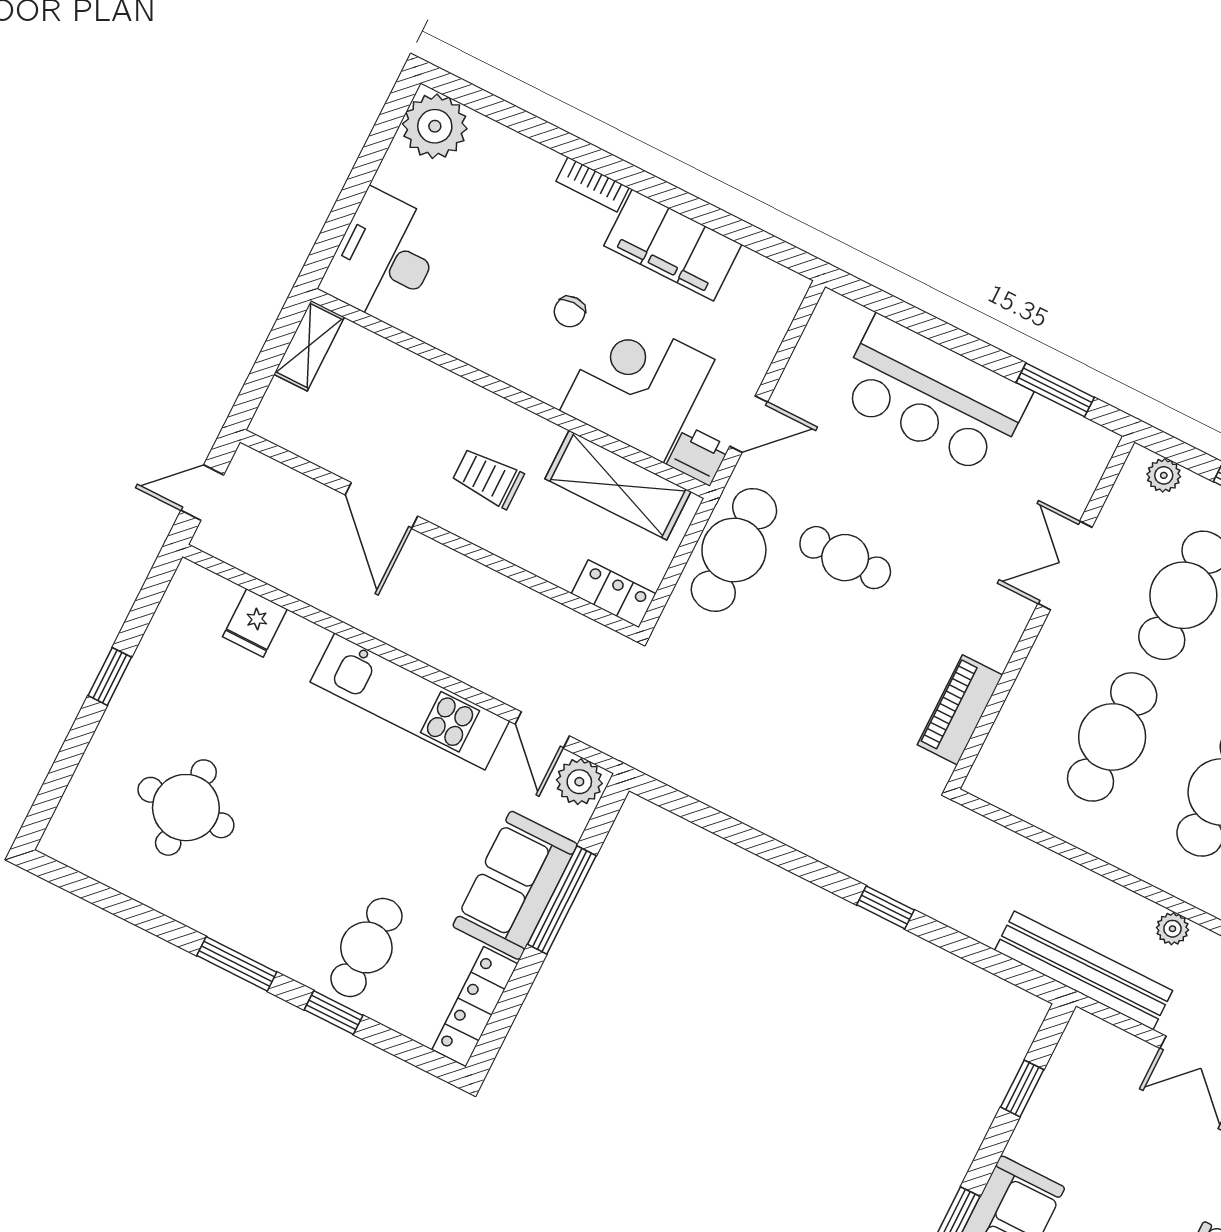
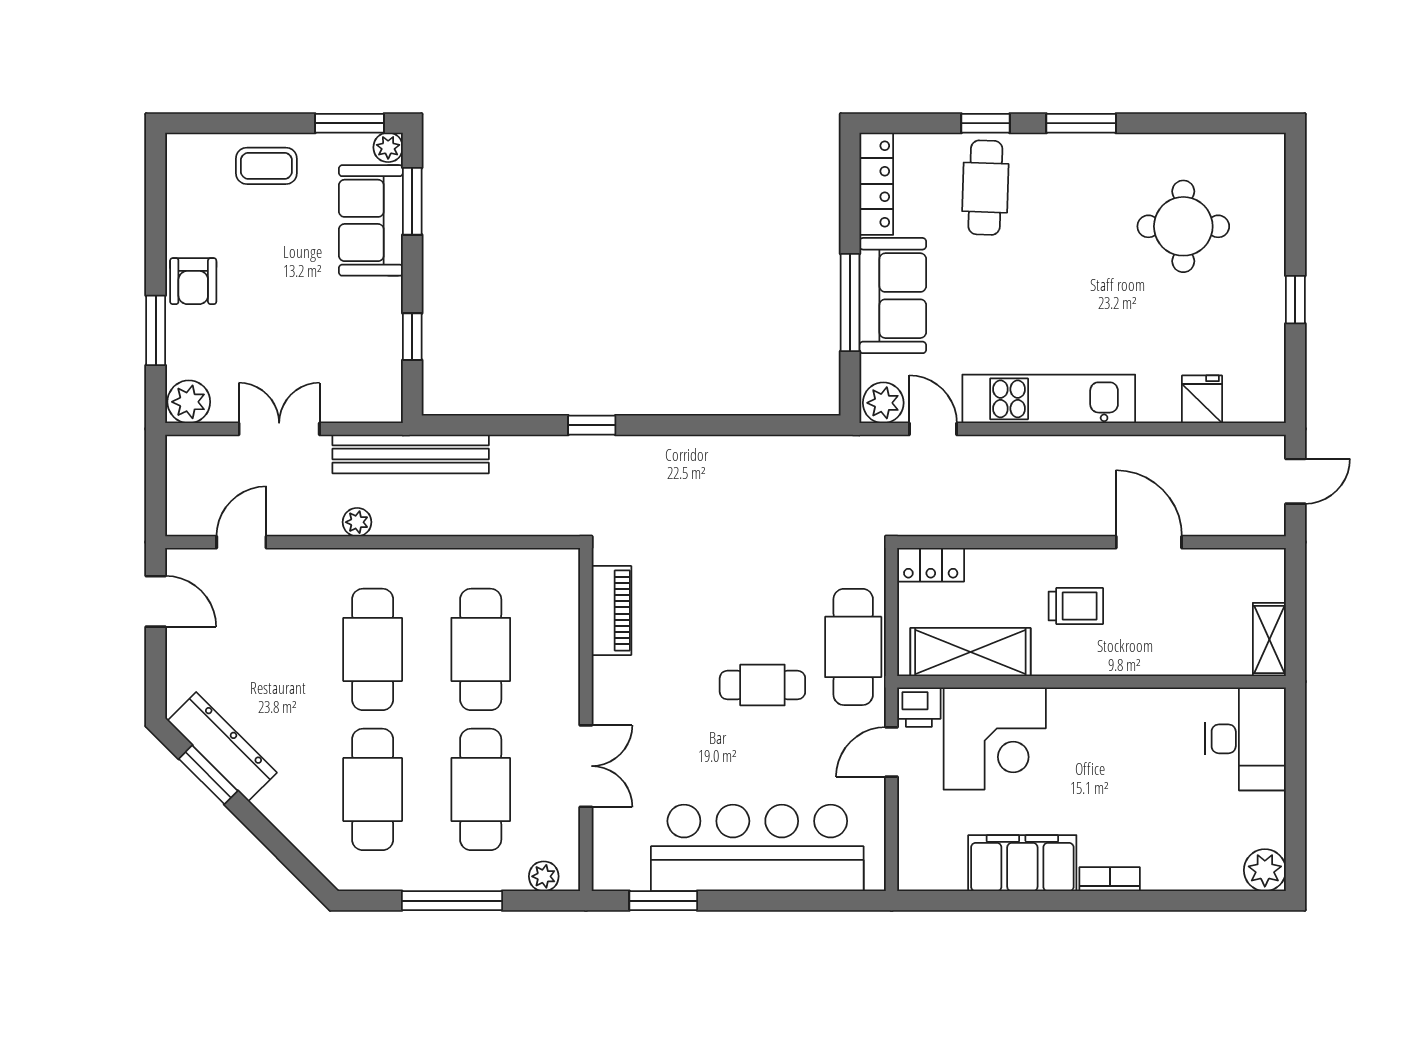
plant: (435, 126) -> (1265, 870), width x0.73, depth x0.73
chair: (570, 312) -> (1077, 770), removed
bar counter: (933, 395) -> (757, 848), width x1.36

